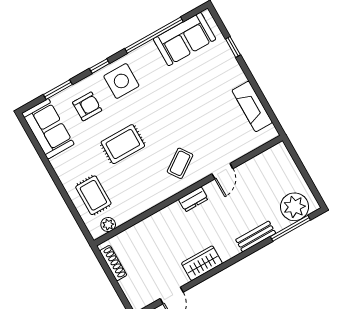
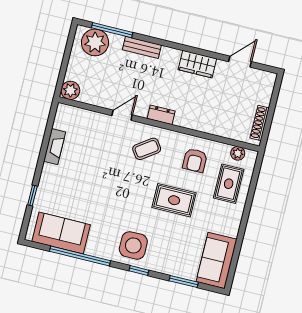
armchair: (87, 106) -> (195, 160), moved, turned -90
fireplace: (252, 106) -> (55, 147), width x0.73, depth x0.76
plant: (279, 153) -> (70, 90), added

